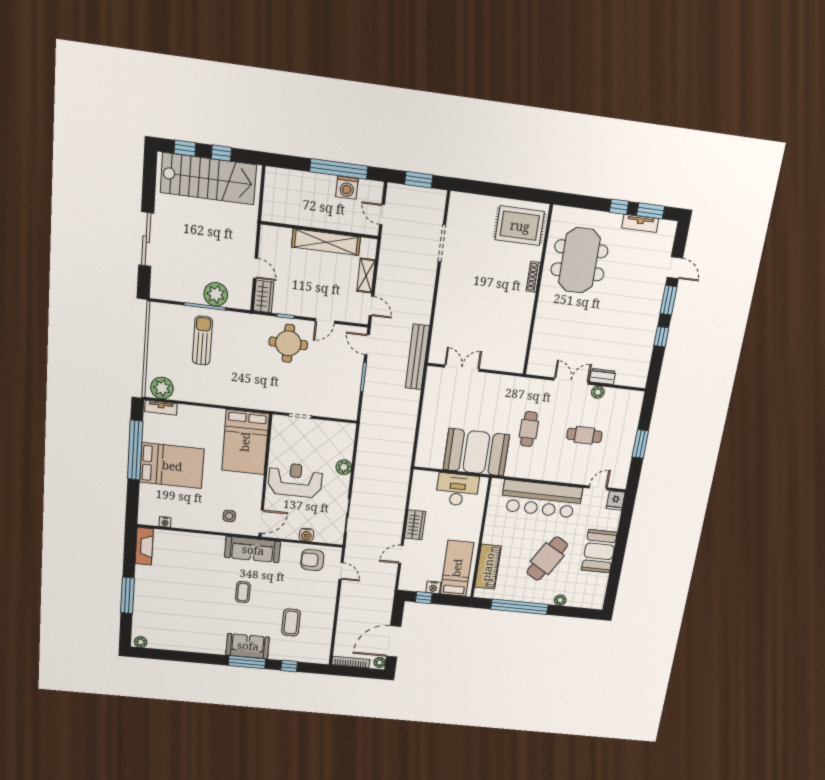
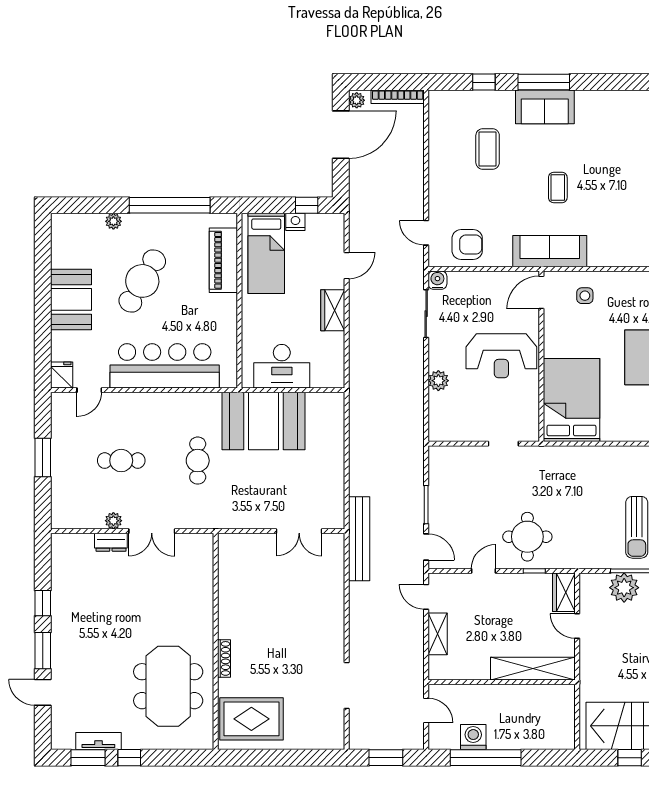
shelving: (326, 242) -> (533, 669), moved
water cooler: (306, 535) -> (437, 280), moved

